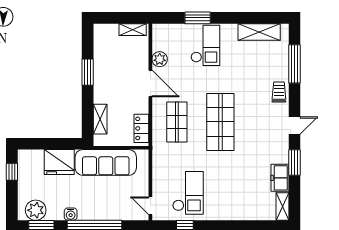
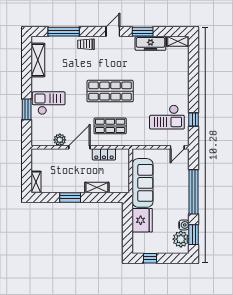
shelving: (133, 30) -> (36, 182), moved
shelving: (100, 119) -> (97, 187), moved
door: (295, 125) -> (113, 32), hinge flipped
locker: (141, 128) -> (104, 154), moved
freezer: (280, 178) -> (150, 43), width x1.40
checkout: (188, 193) -> (167, 117), turned 180
water cooler: (71, 214) -> (184, 225), moved

